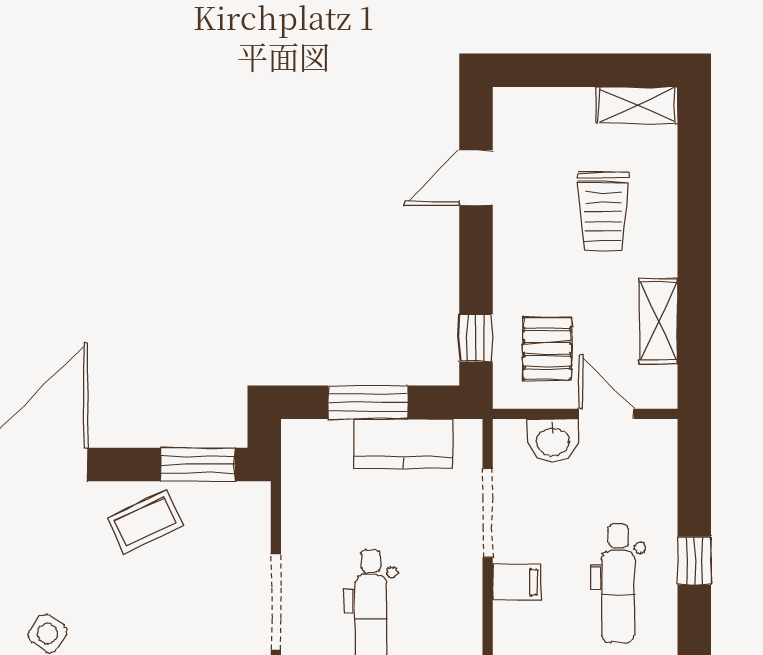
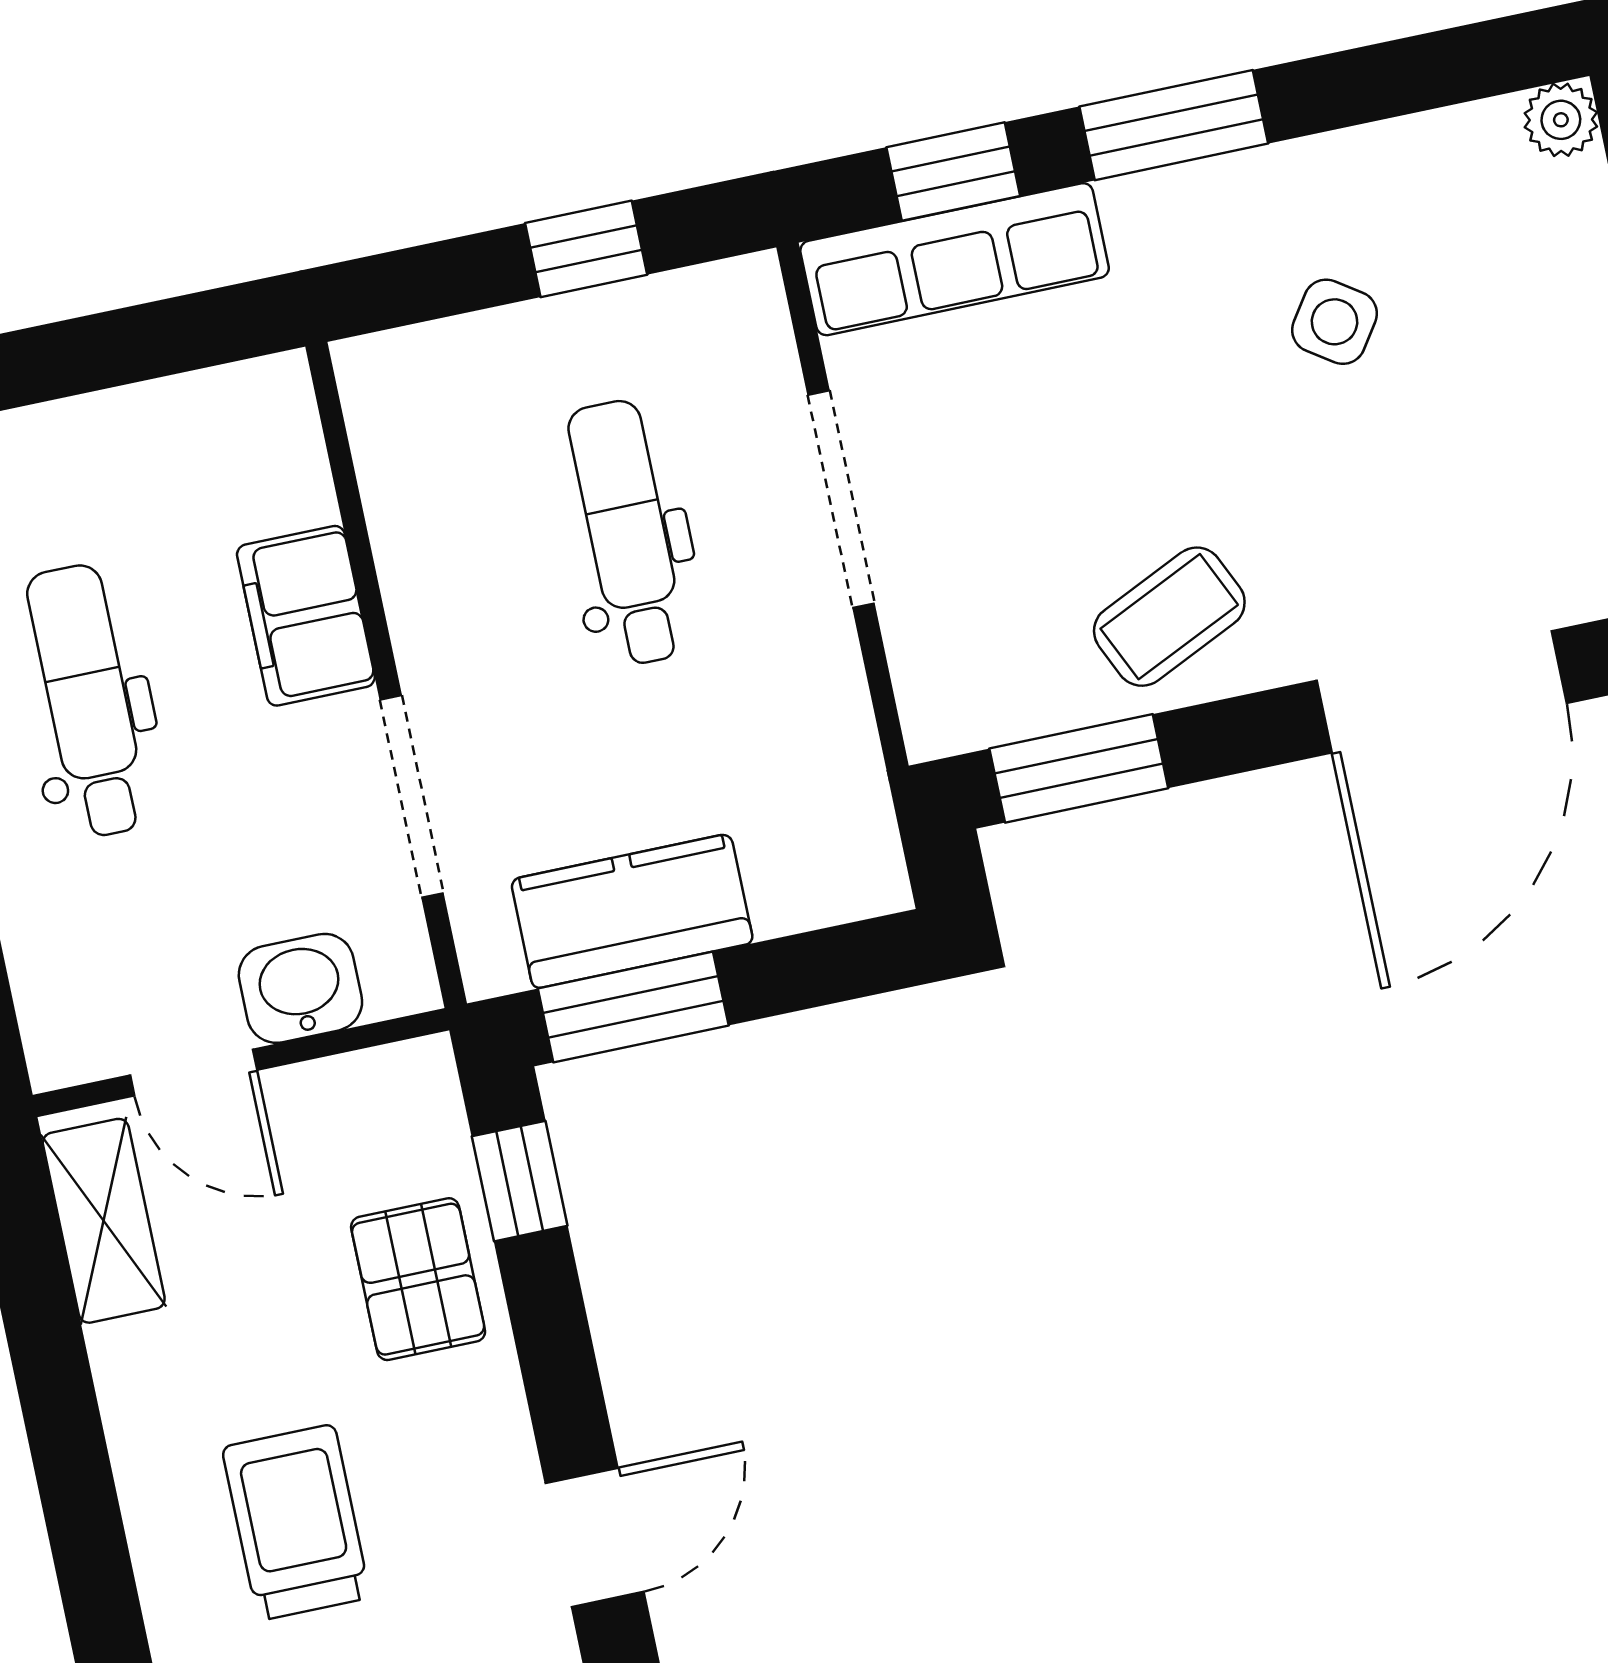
shelving: (659, 321) -> (104, 1221), moved
pallet: (547, 349) -> (418, 1279), moved
window: (368, 402) -> (633, 1007), moved
filing cabinet: (517, 582) -> (306, 616), width x2.00

